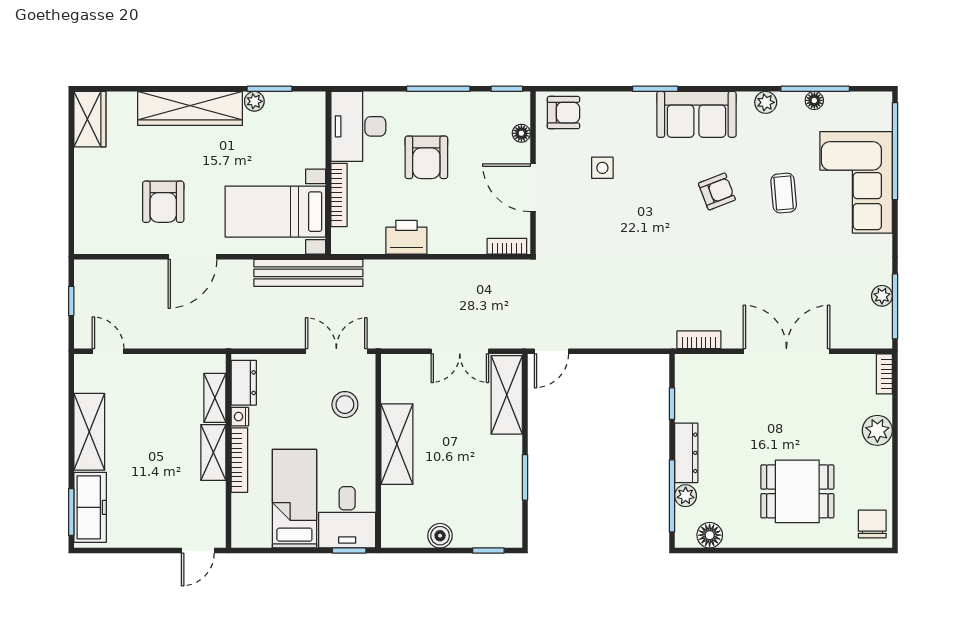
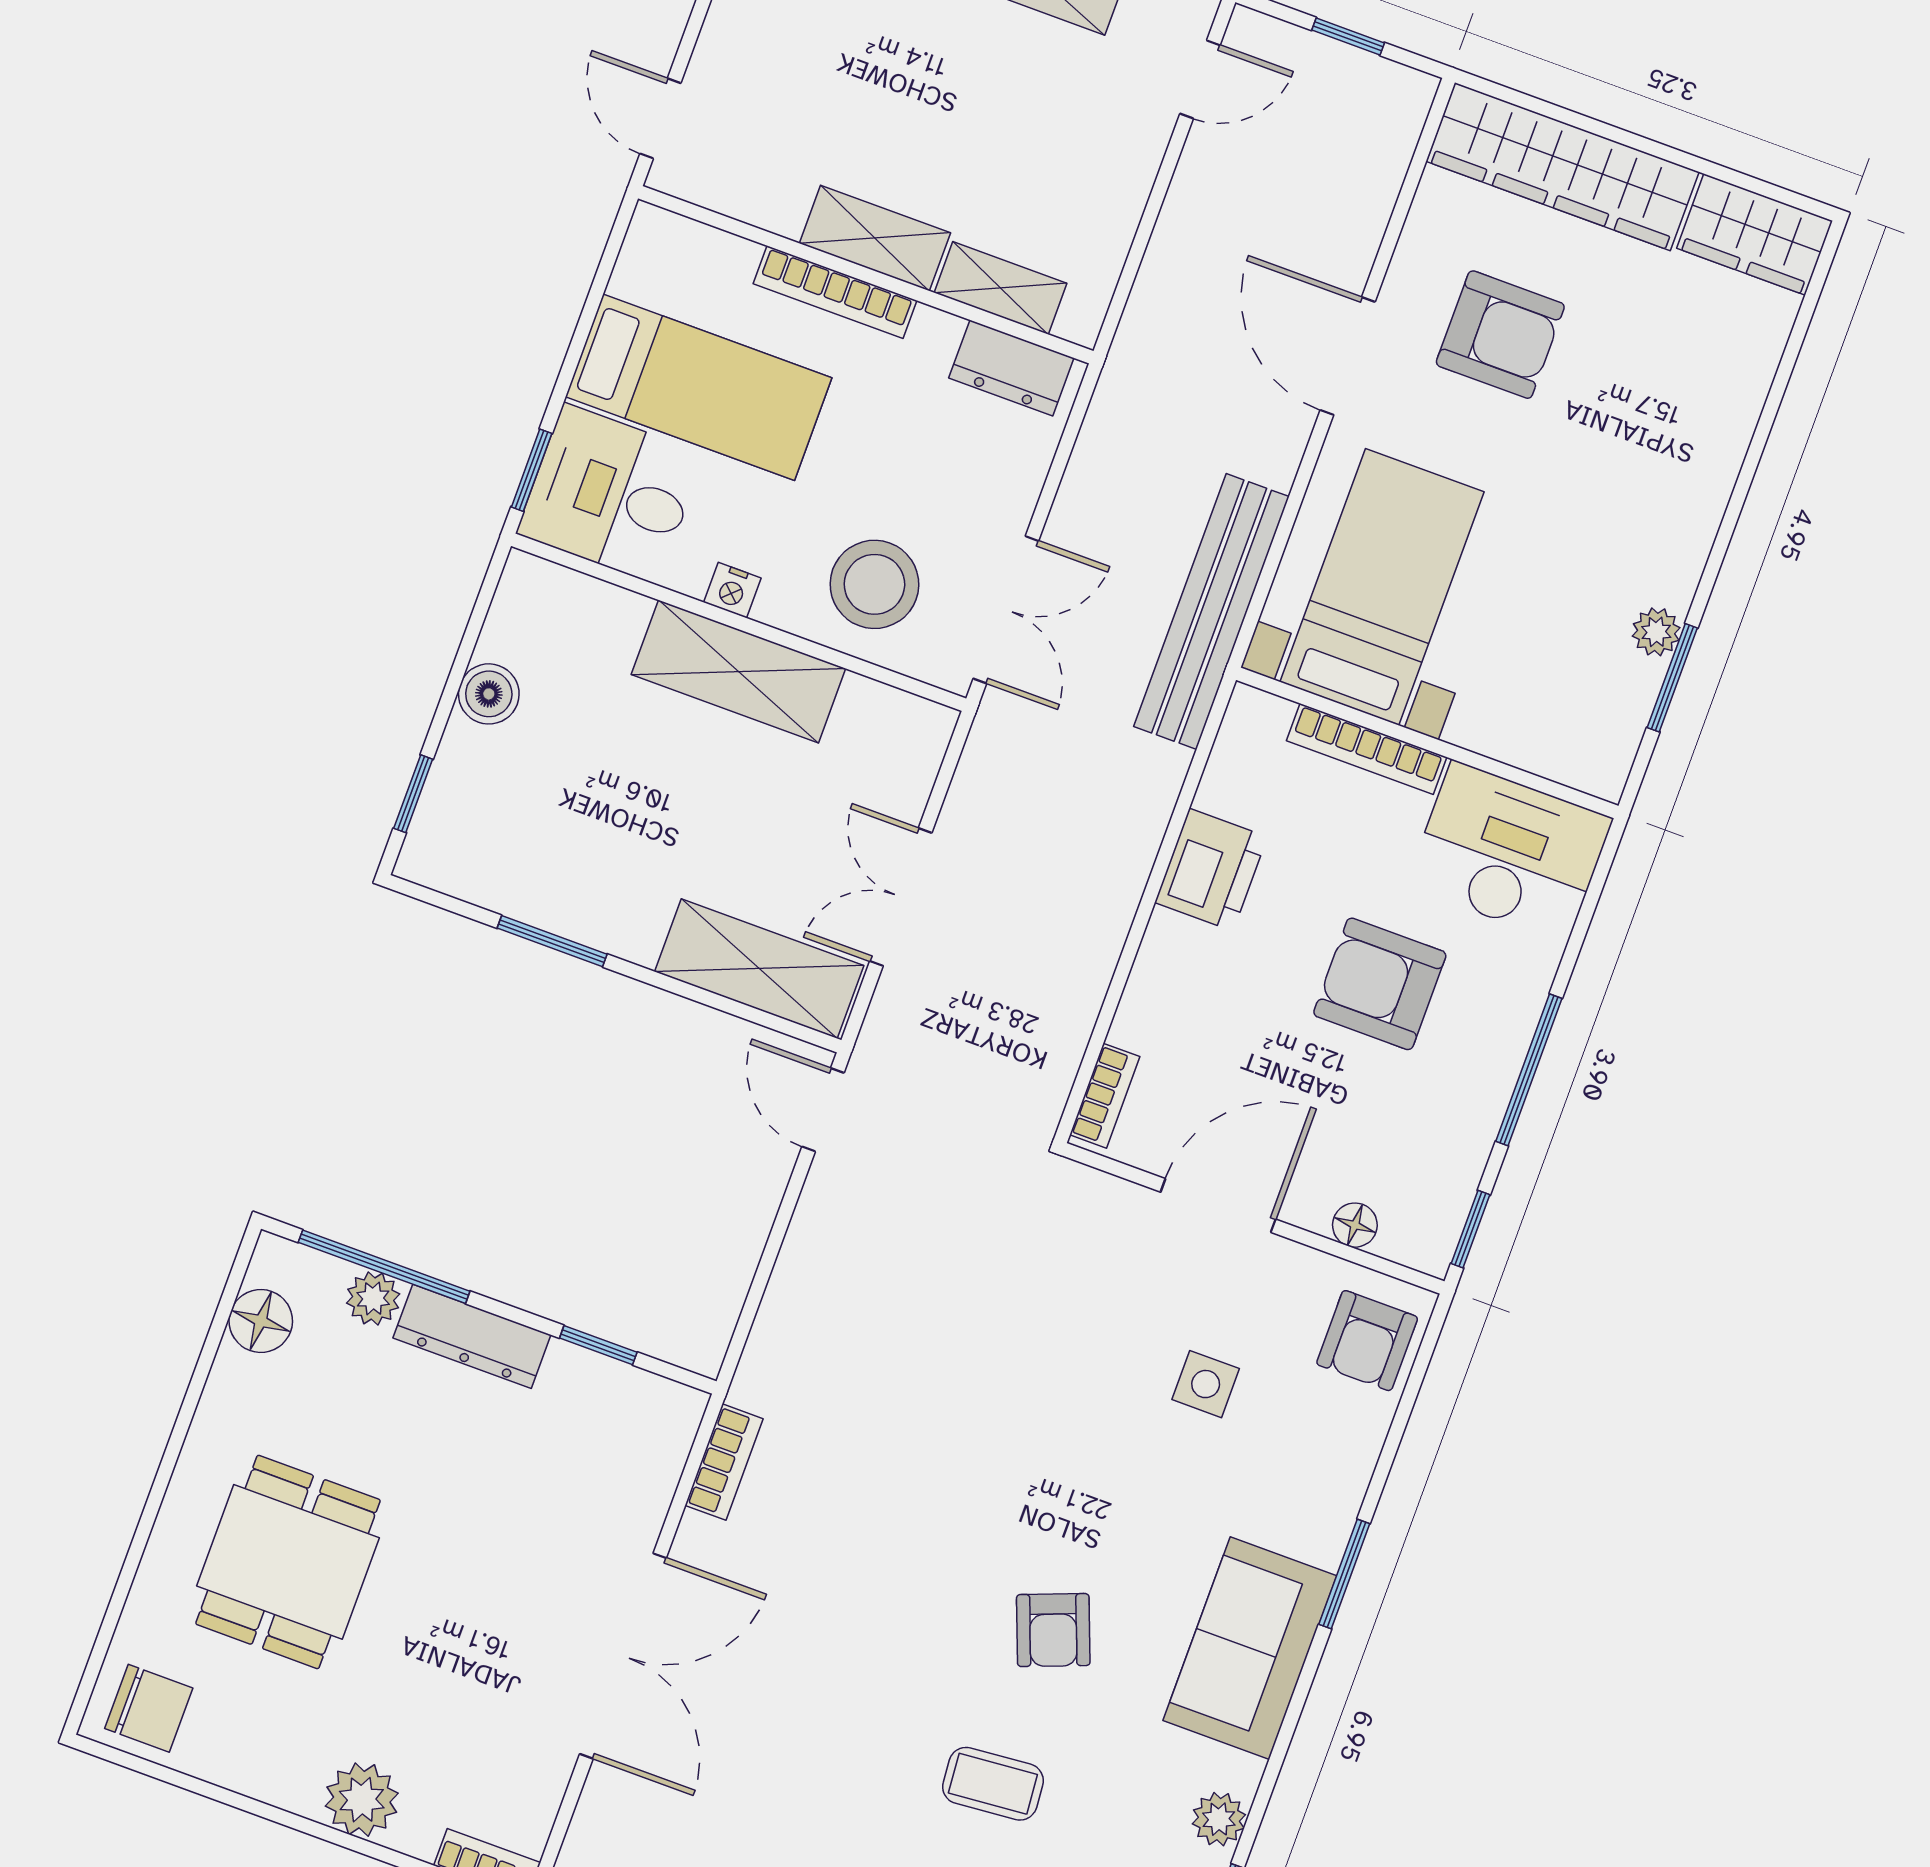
wardrobe: (190, 108) -> (1563, 167), moved, turned -90
armchair: (163, 202) -> (1500, 335), turned 180
stool: (345, 405) -> (874, 584), width x1.38, depth x1.38
nightstand: (240, 417) -> (732, 590), moved, turned 180

